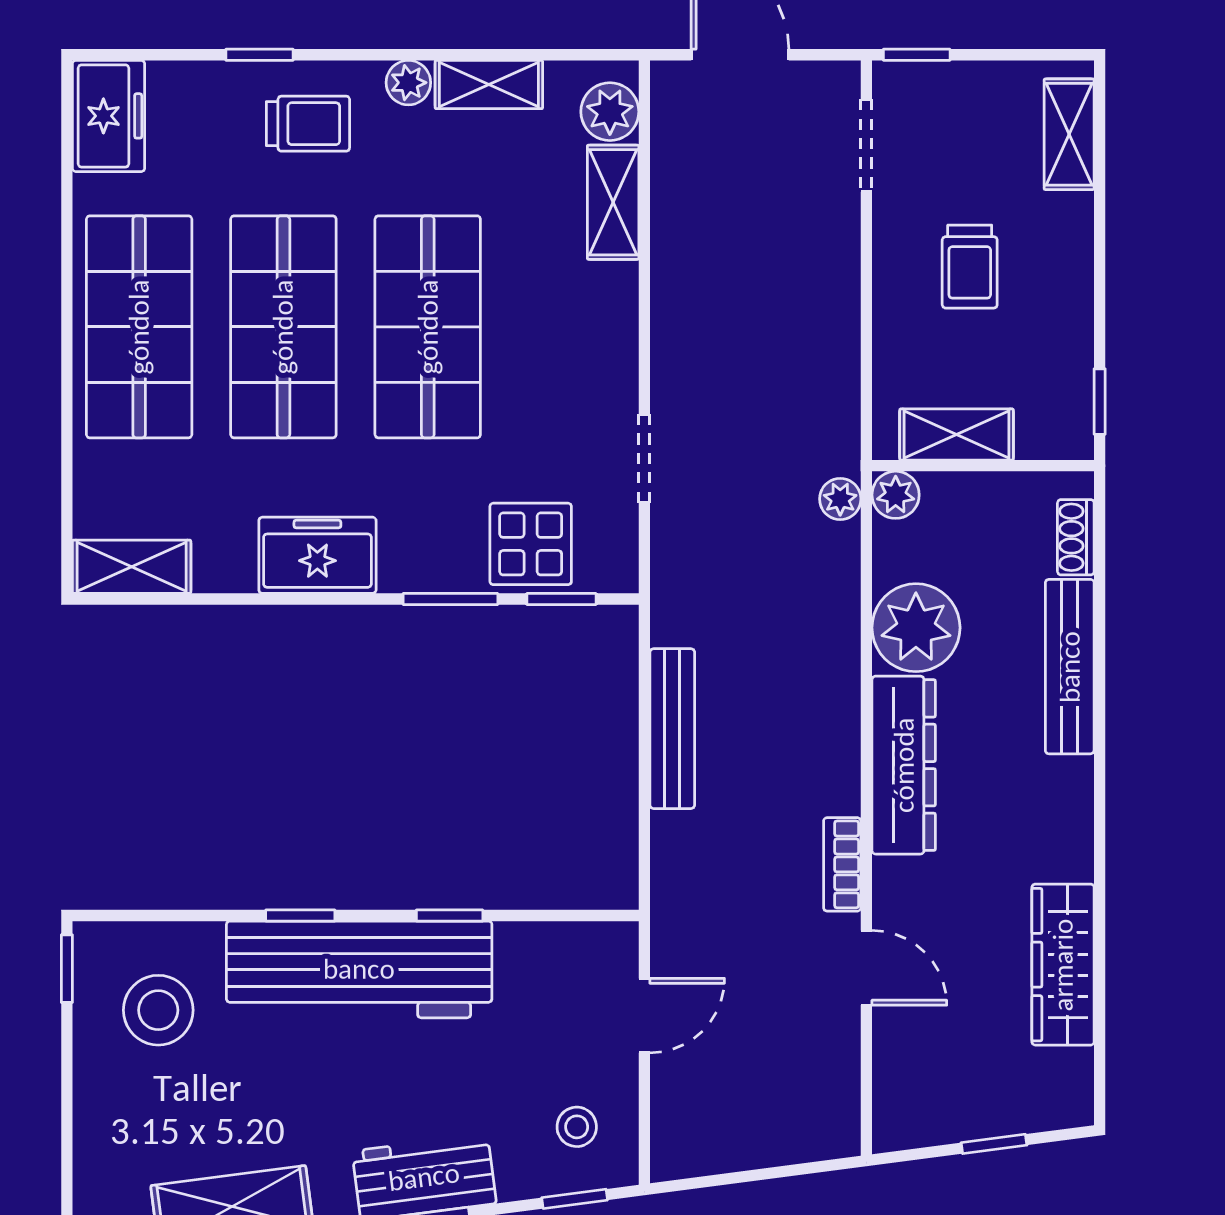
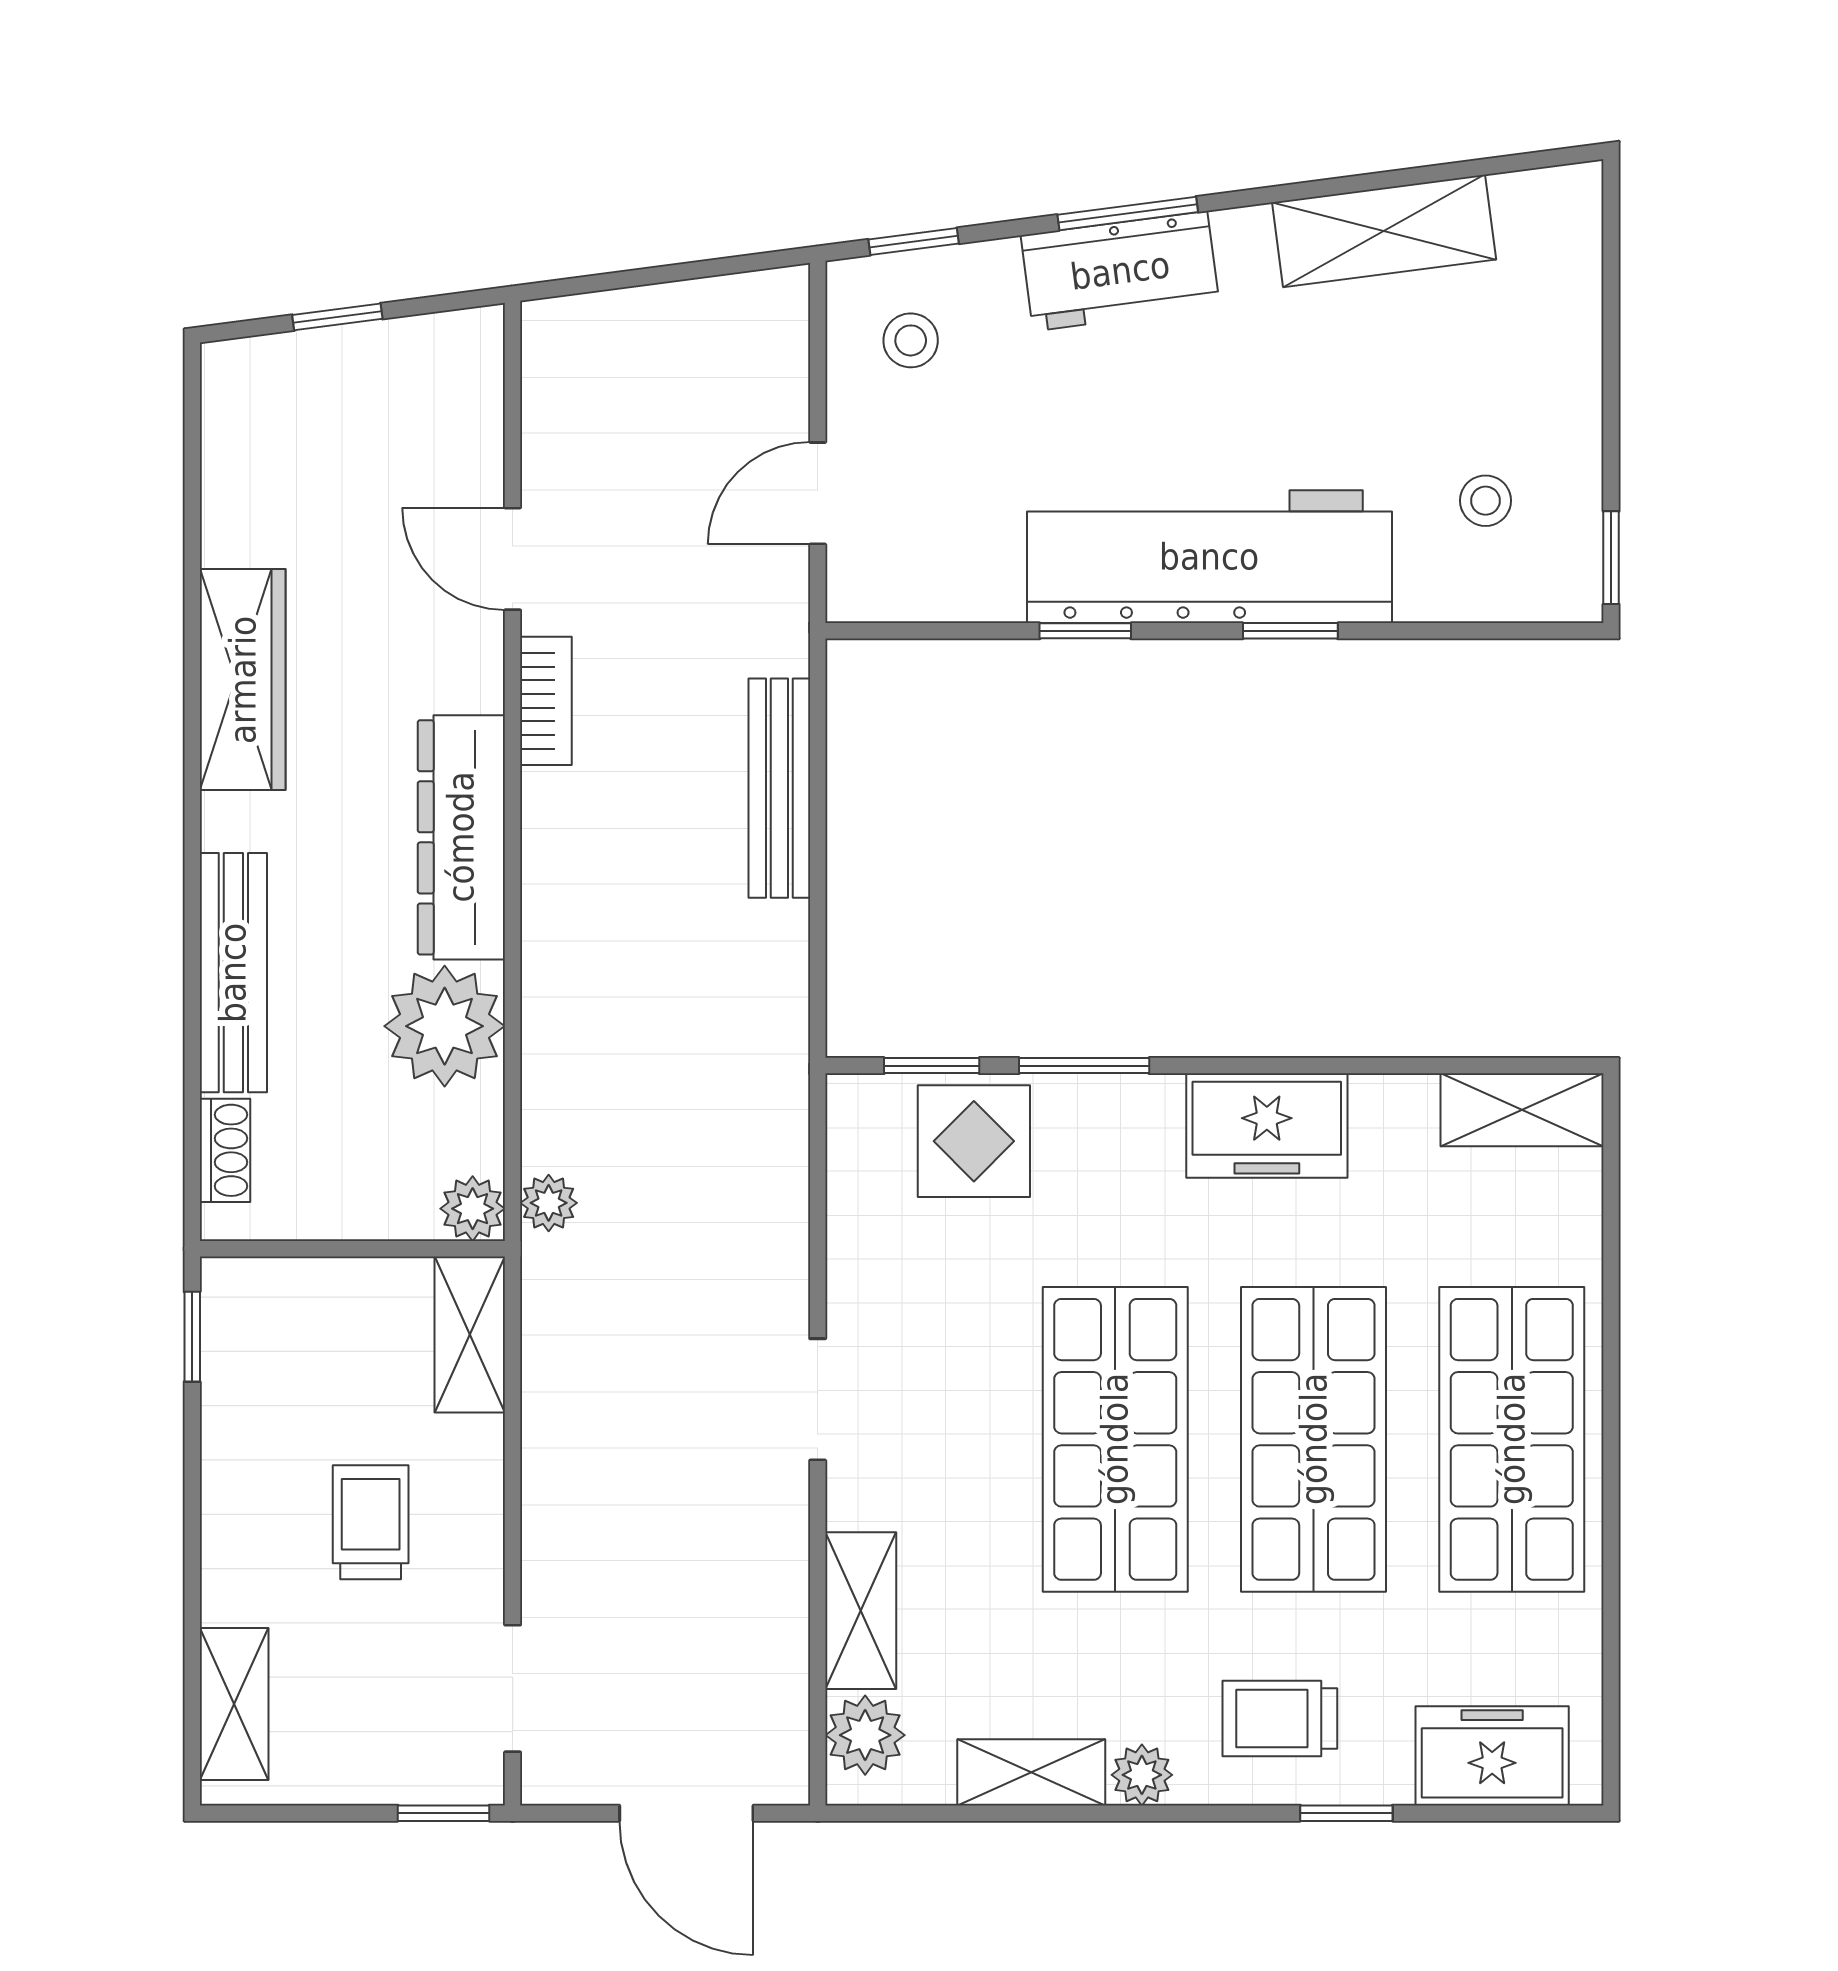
freezer: (109, 116) -> (1492, 1756), moved, turned 90
shelving: (957, 435) -> (470, 1334), moved, turned 90
doorway: (644, 458) -> (818, 1399), moved
bench: (672, 729) -> (779, 788), moved
wardrobe: (1063, 965) -> (243, 680), moved
stool: (158, 1010) -> (1485, 501), width x0.53, depth x0.53

